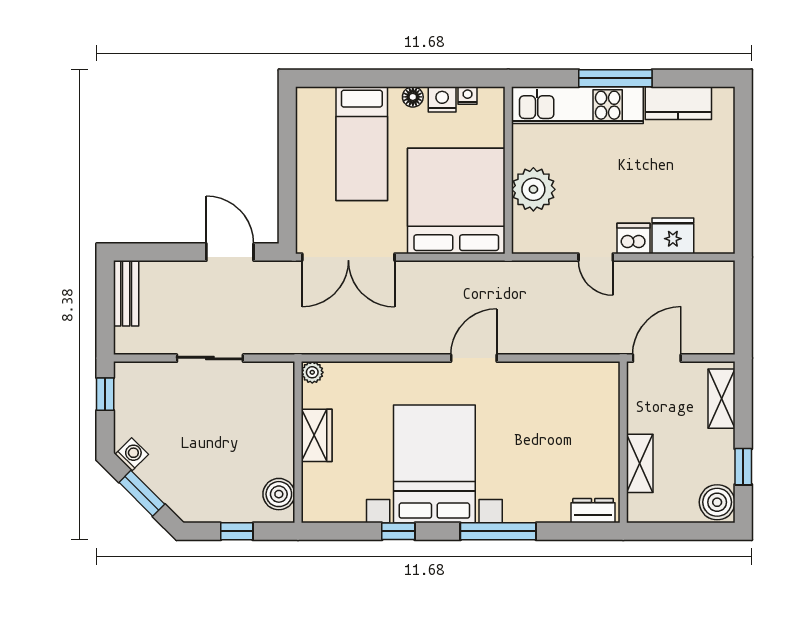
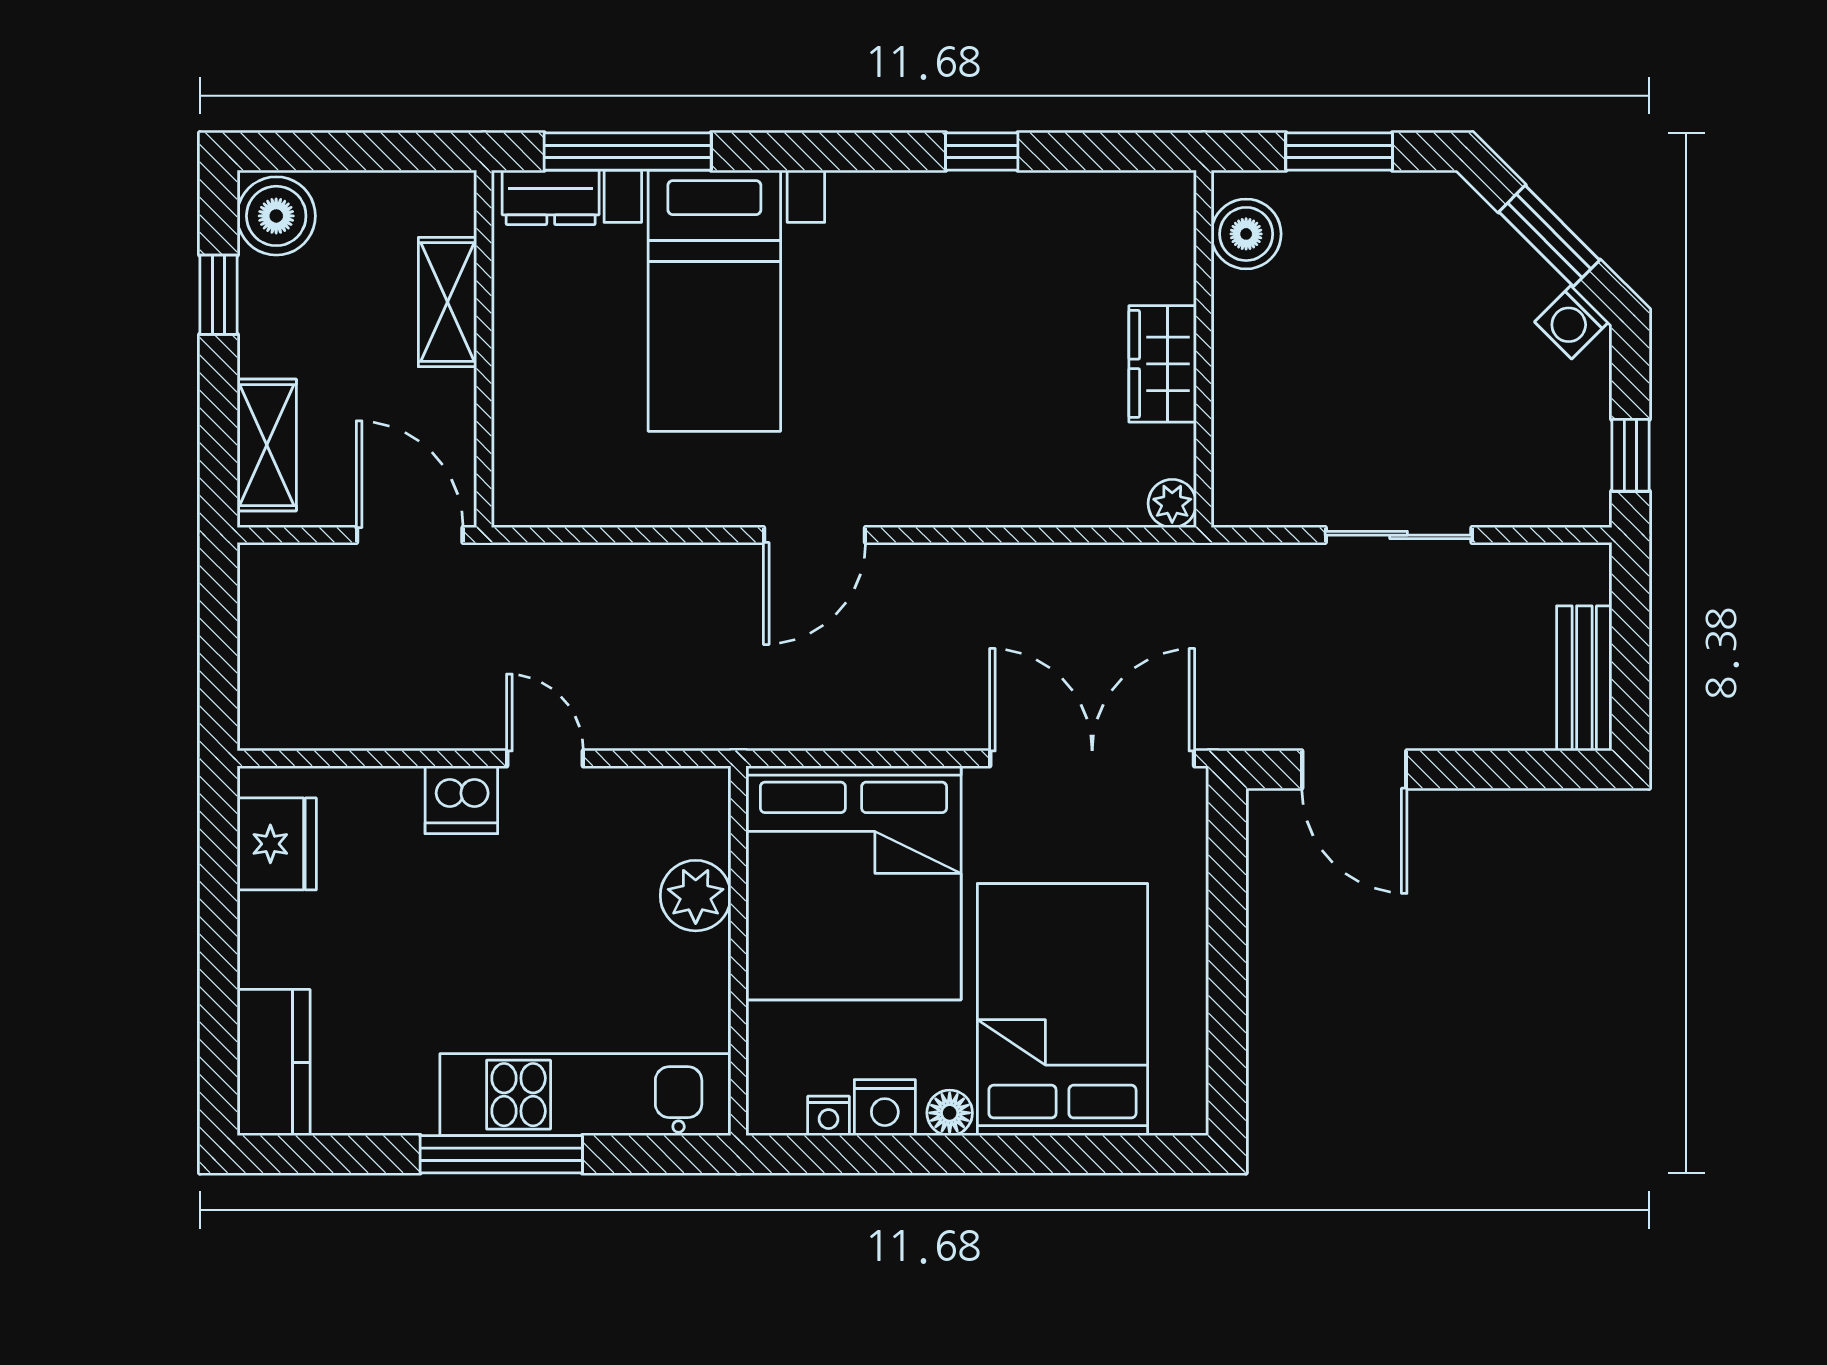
kitchen counter: (678, 103) -> (274, 1063), moved, turned 90
bed: (362, 144) -> (1062, 1010), width x1.50
plant: (533, 189) -> (696, 896), width x0.73, depth x0.73
fridge: (673, 236) -> (277, 844), moved, turned -90
door: (657, 358) -> (410, 535), swing flipped
bed with nightstands: (434, 464) -> (714, 301), moved, width x0.73
window: (237, 531) -> (1339, 152), width x1.50
window: (498, 531) -> (628, 152), moved

